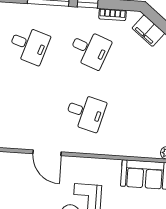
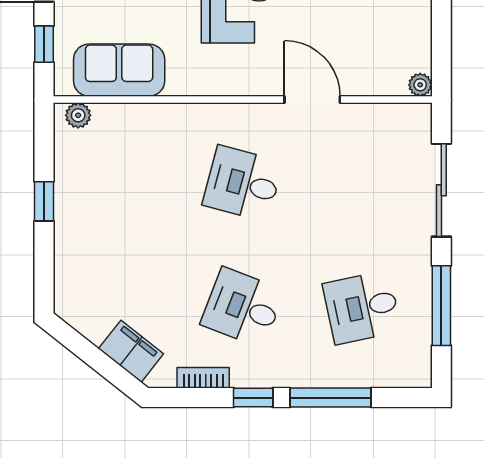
desk: (29, 45) -> (362, 307), turned -30

